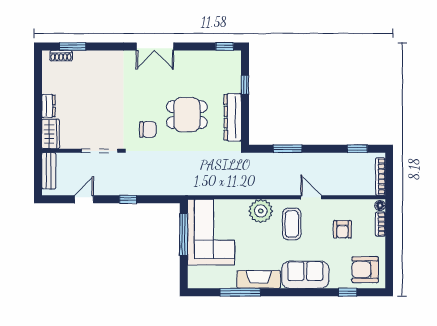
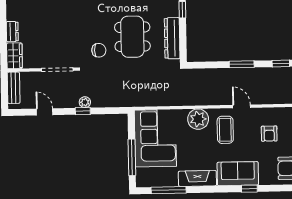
dining table: (187, 115) -> (132, 37), width x1.38
window: (288, 149) -> (242, 64), moved
plant: (131, 189) -> (85, 102), added
door: (84, 199) -> (45, 112), hinge flipped
window: (184, 235) -> (132, 157), moved
window: (240, 292) -> (169, 190), moved
window: (348, 292) -> (249, 189), moved

